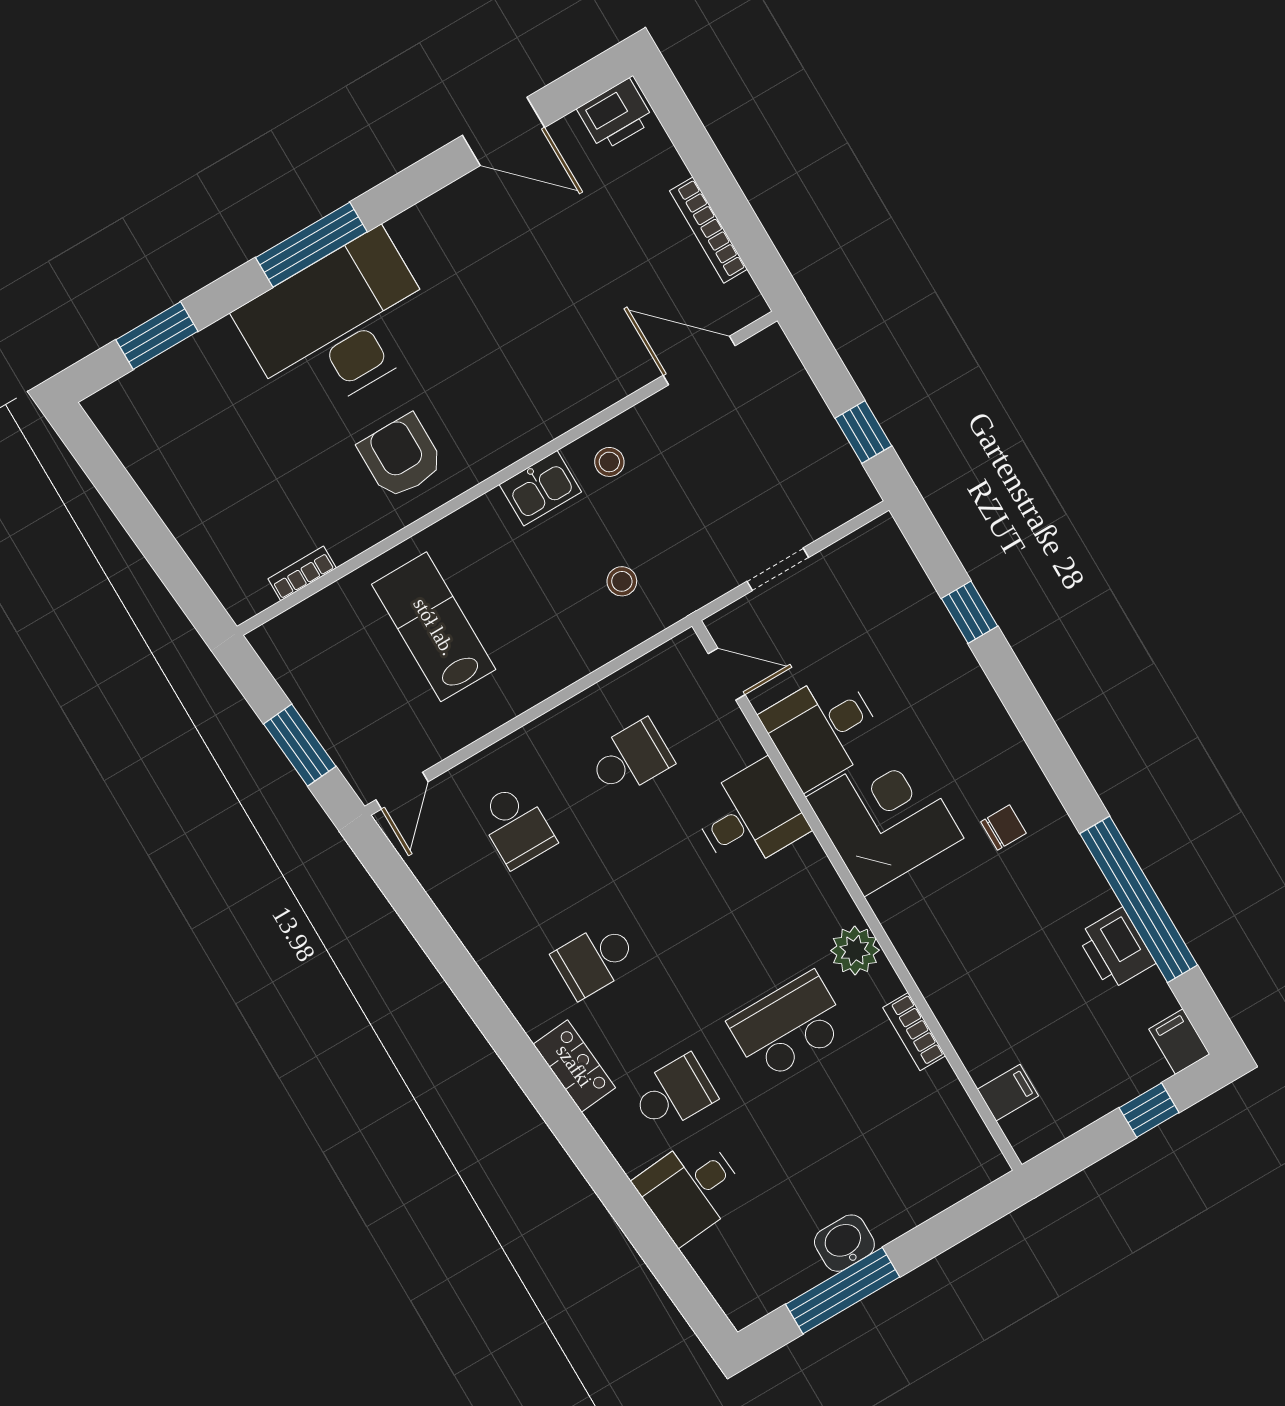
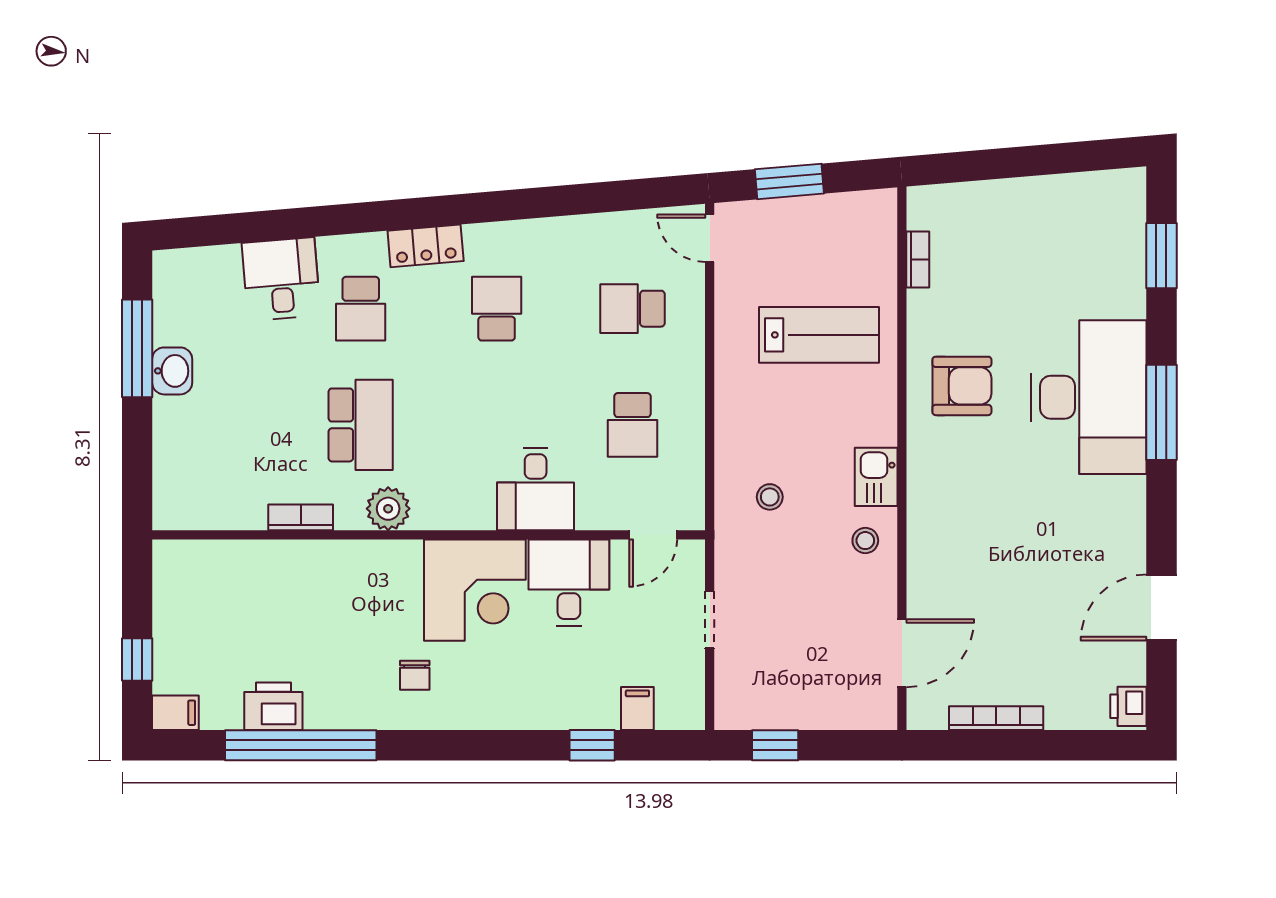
printer: (615, 115) -> (1128, 706), width x0.73, depth x0.81
filing cabinet: (1008, 1093) -> (637, 708), moved, turned 180

